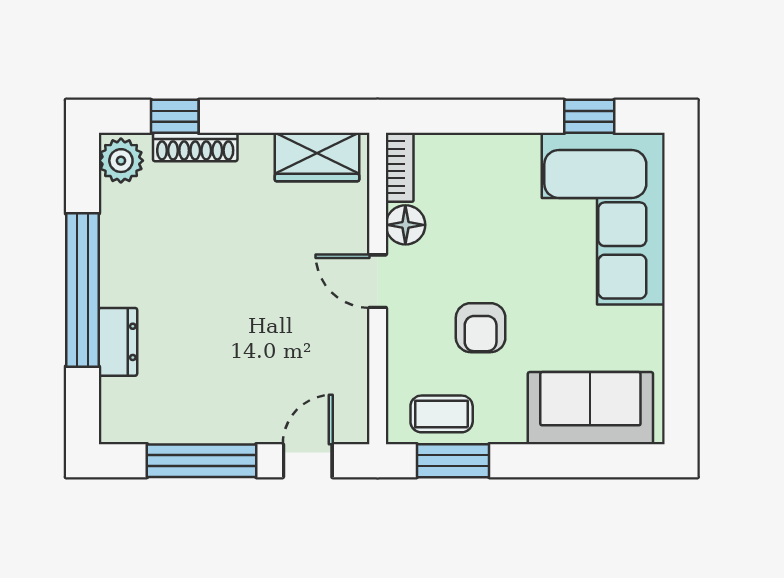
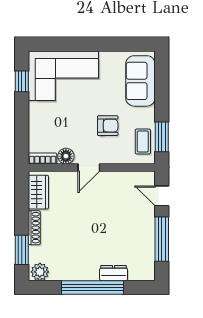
window: (175, 116) -> (22, 250), width x1.50
shoe rack: (195, 147) -> (34, 228), moved

